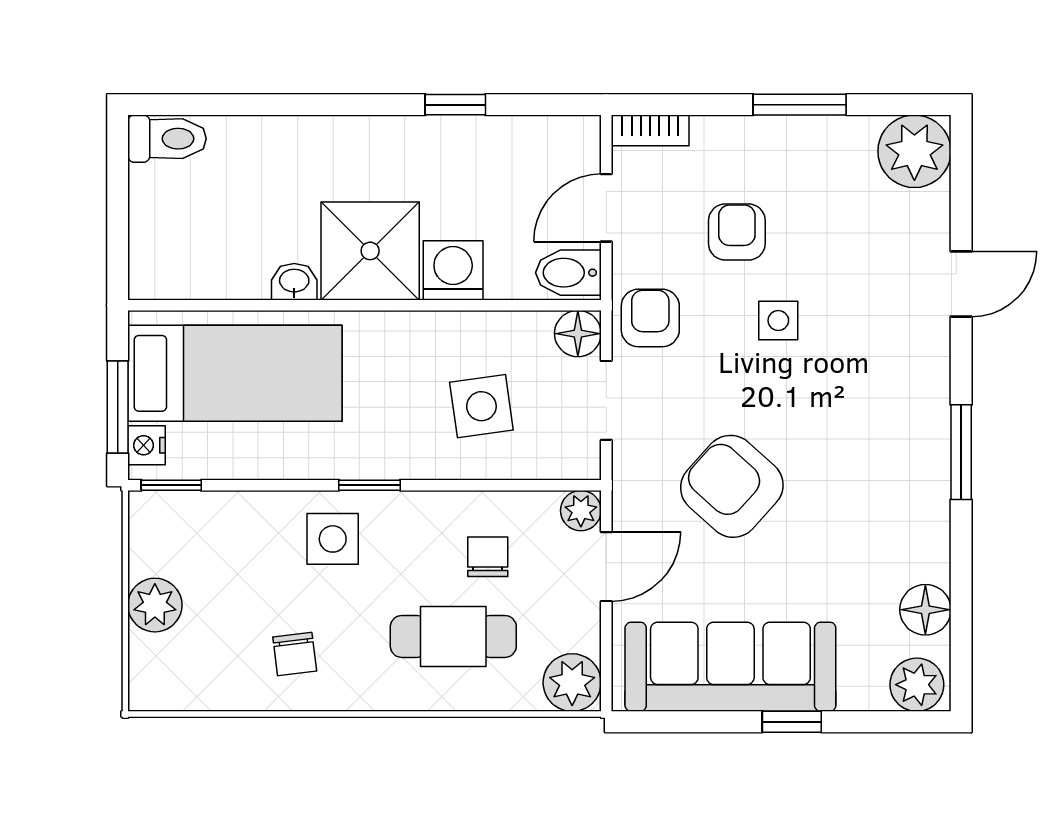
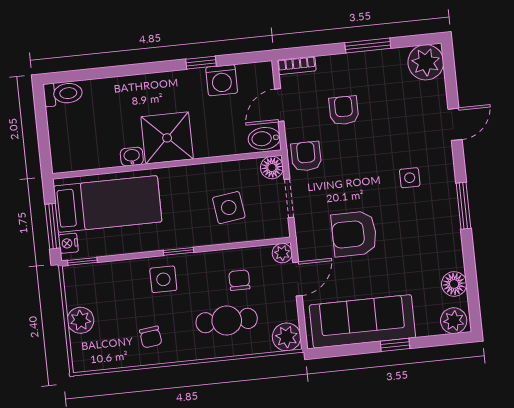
washing machine: (453, 270) -> (222, 80), moved, turned 180
side table: (778, 320) -> (410, 178), moved
armchair: (732, 486) -> (354, 234), turned -42

